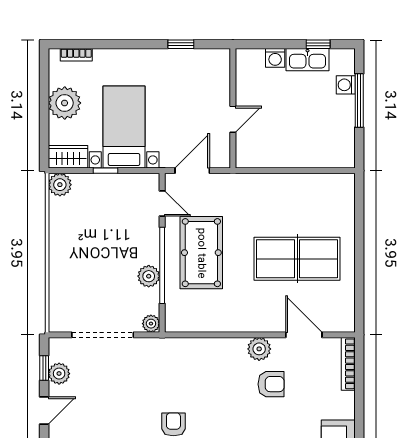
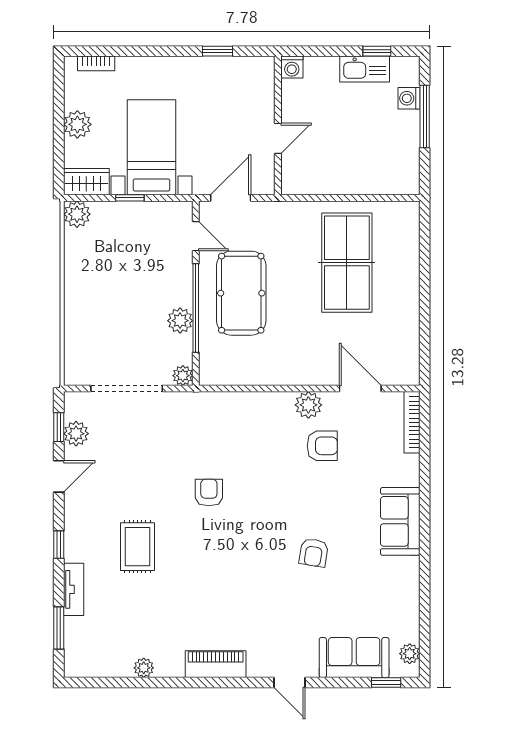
washing machine: (275, 58) -> (292, 67), moved
plant: (65, 103) -> (77, 124), width x0.73, depth x0.73
table tennis table: (297, 259) -> (347, 263), moved, turned 90

